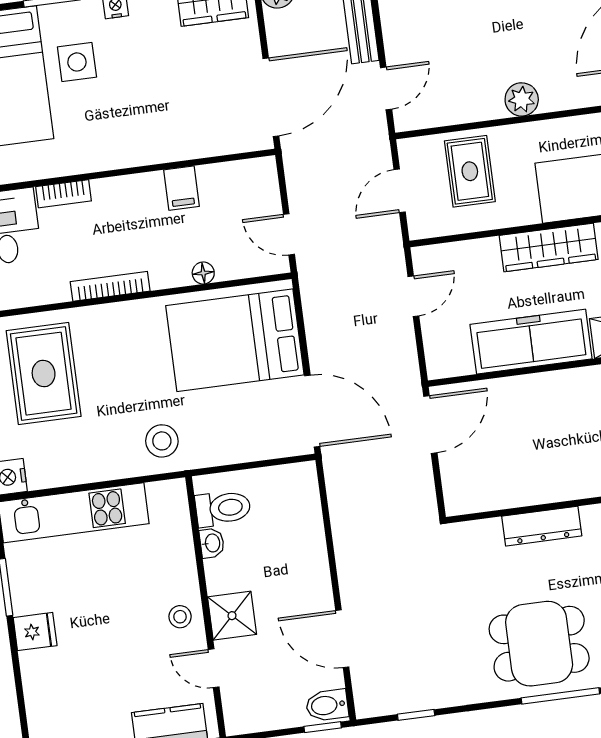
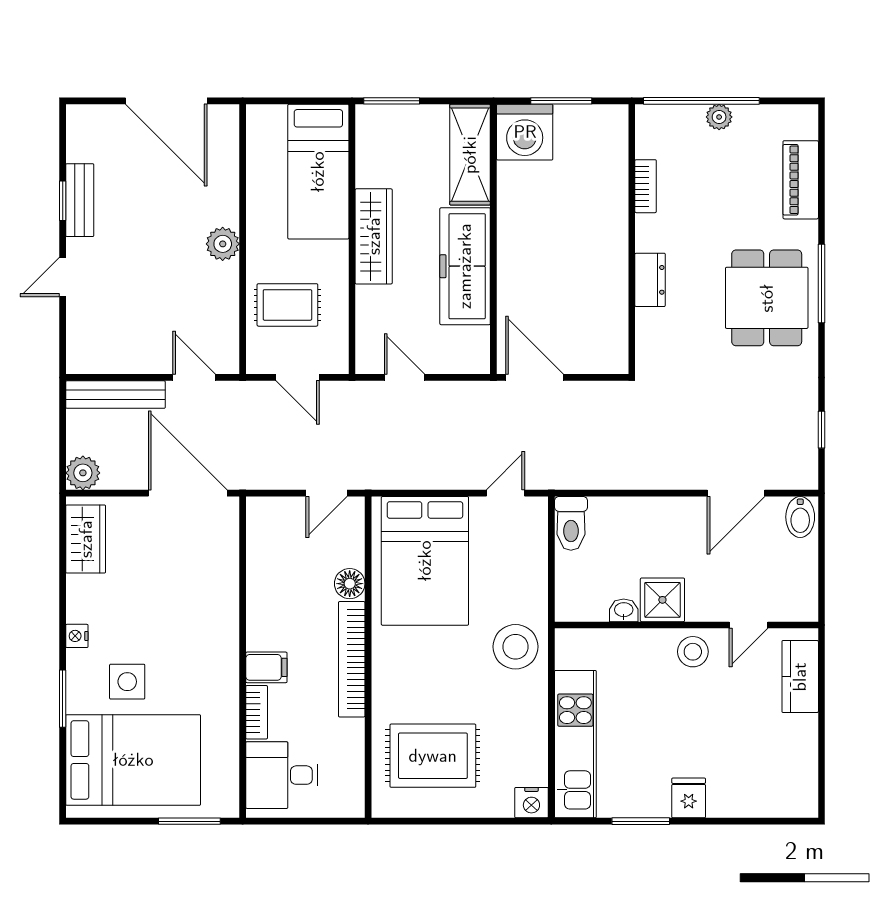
filing cabinet: (182, 188) -> (266, 667), moved
floor lamp: (203, 273) -> (350, 584), width x1.37, depth x1.37
bookcase: (110, 286) -> (352, 659), width x1.48, depth x1.31
door: (312, 411) -> (505, 493), width x0.53
stool: (162, 441) -> (516, 647), width x1.38, depth x1.38
toilet: (223, 508) -> (571, 523), moved, turned 180
dresser: (542, 526) -> (650, 280), width x0.70
shower: (232, 616) -> (662, 600), moved
stool: (180, 617) -> (693, 652), width x1.37, depth x1.37
window: (323, 727) -> (821, 524), removed

